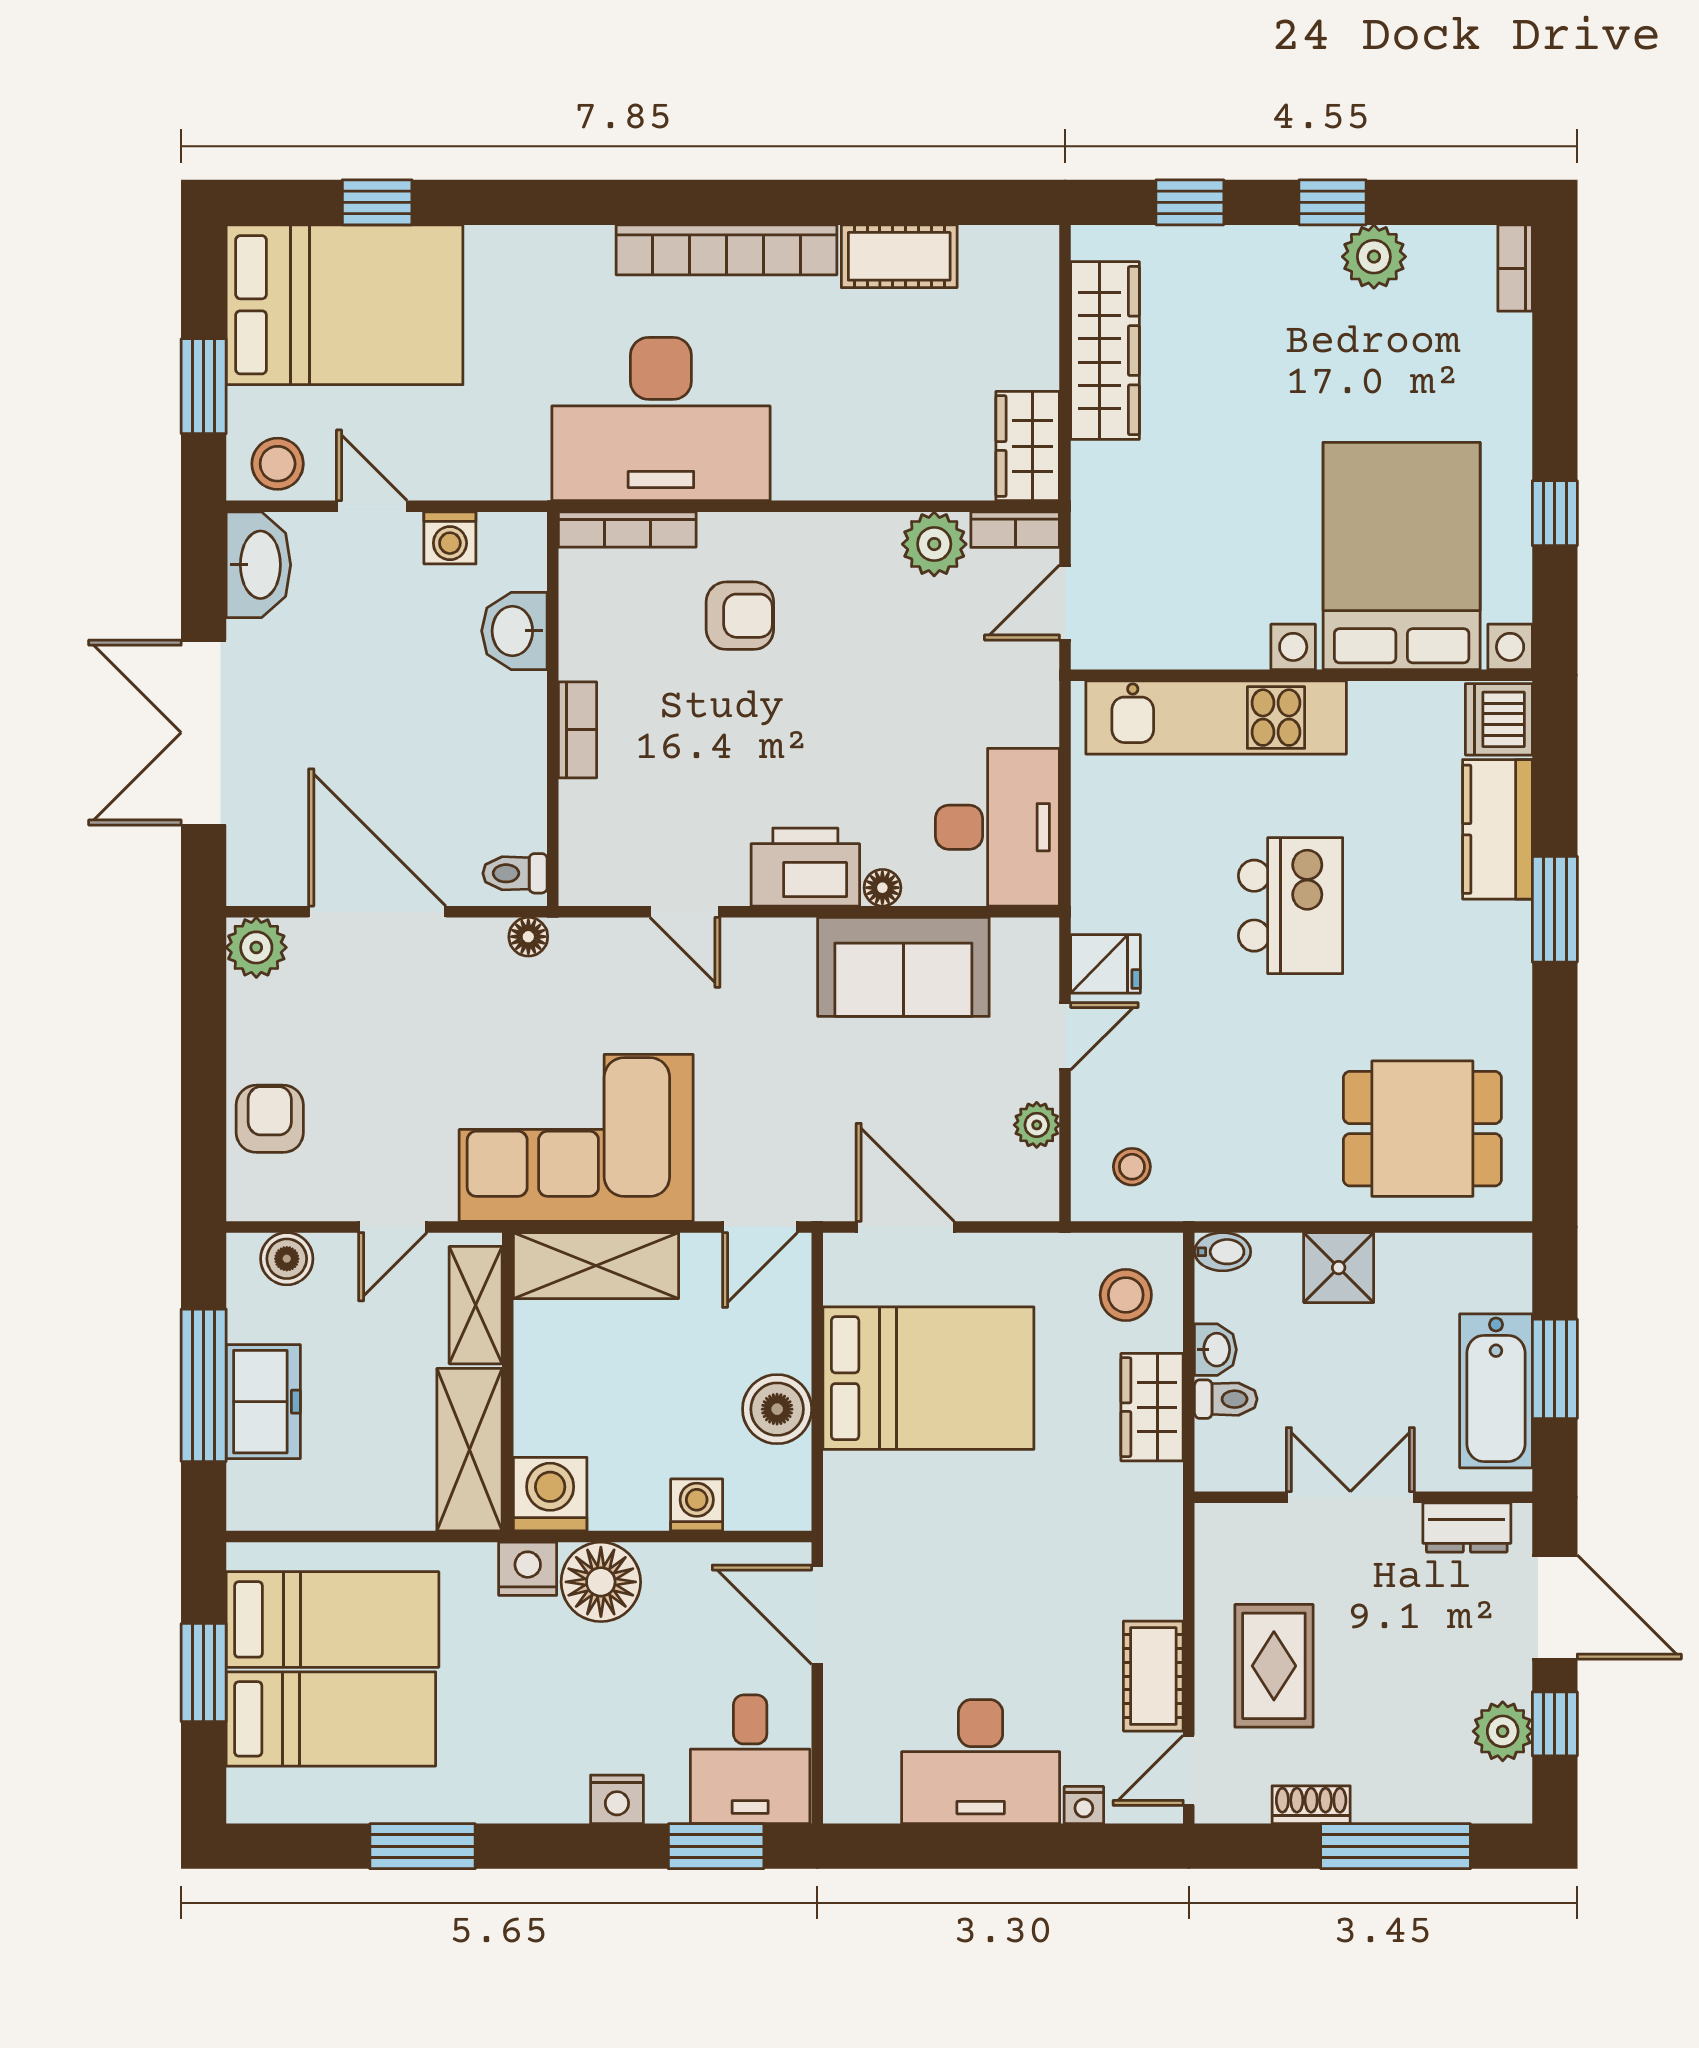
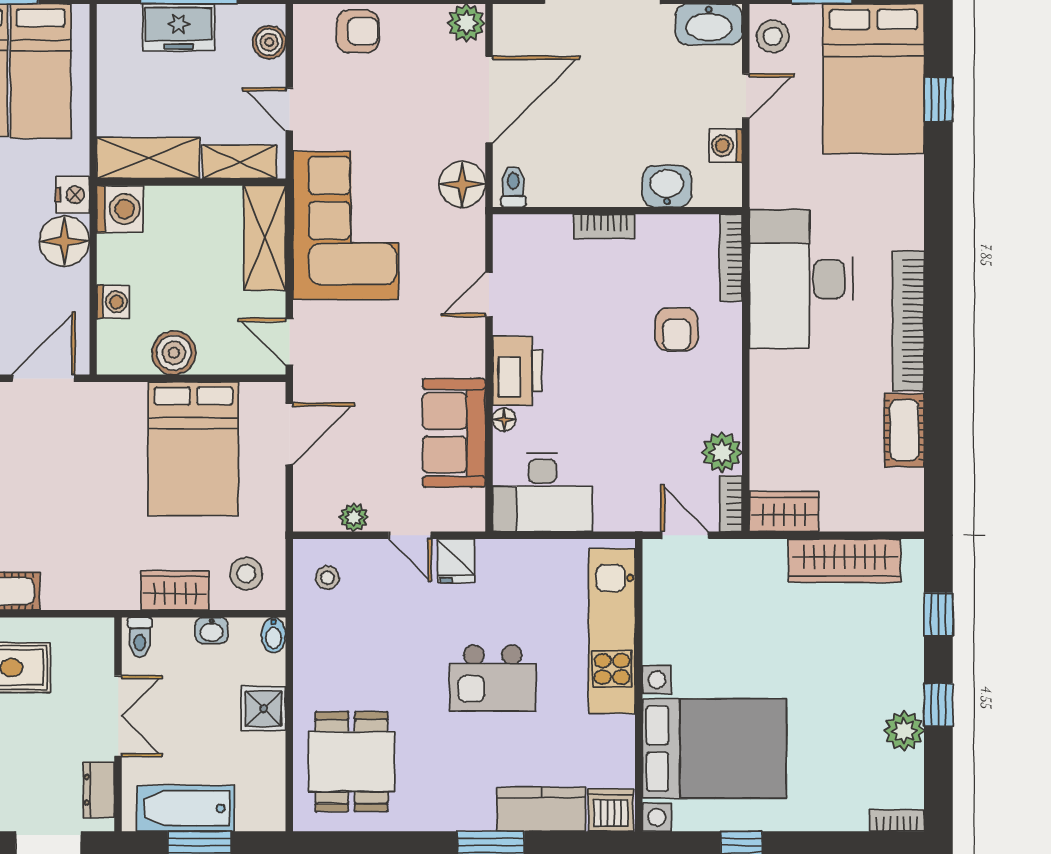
floor lamp: (528, 937) -> (462, 184), width x1.89, depth x1.89
toilet: (1226, 1399) -> (140, 637), moved

